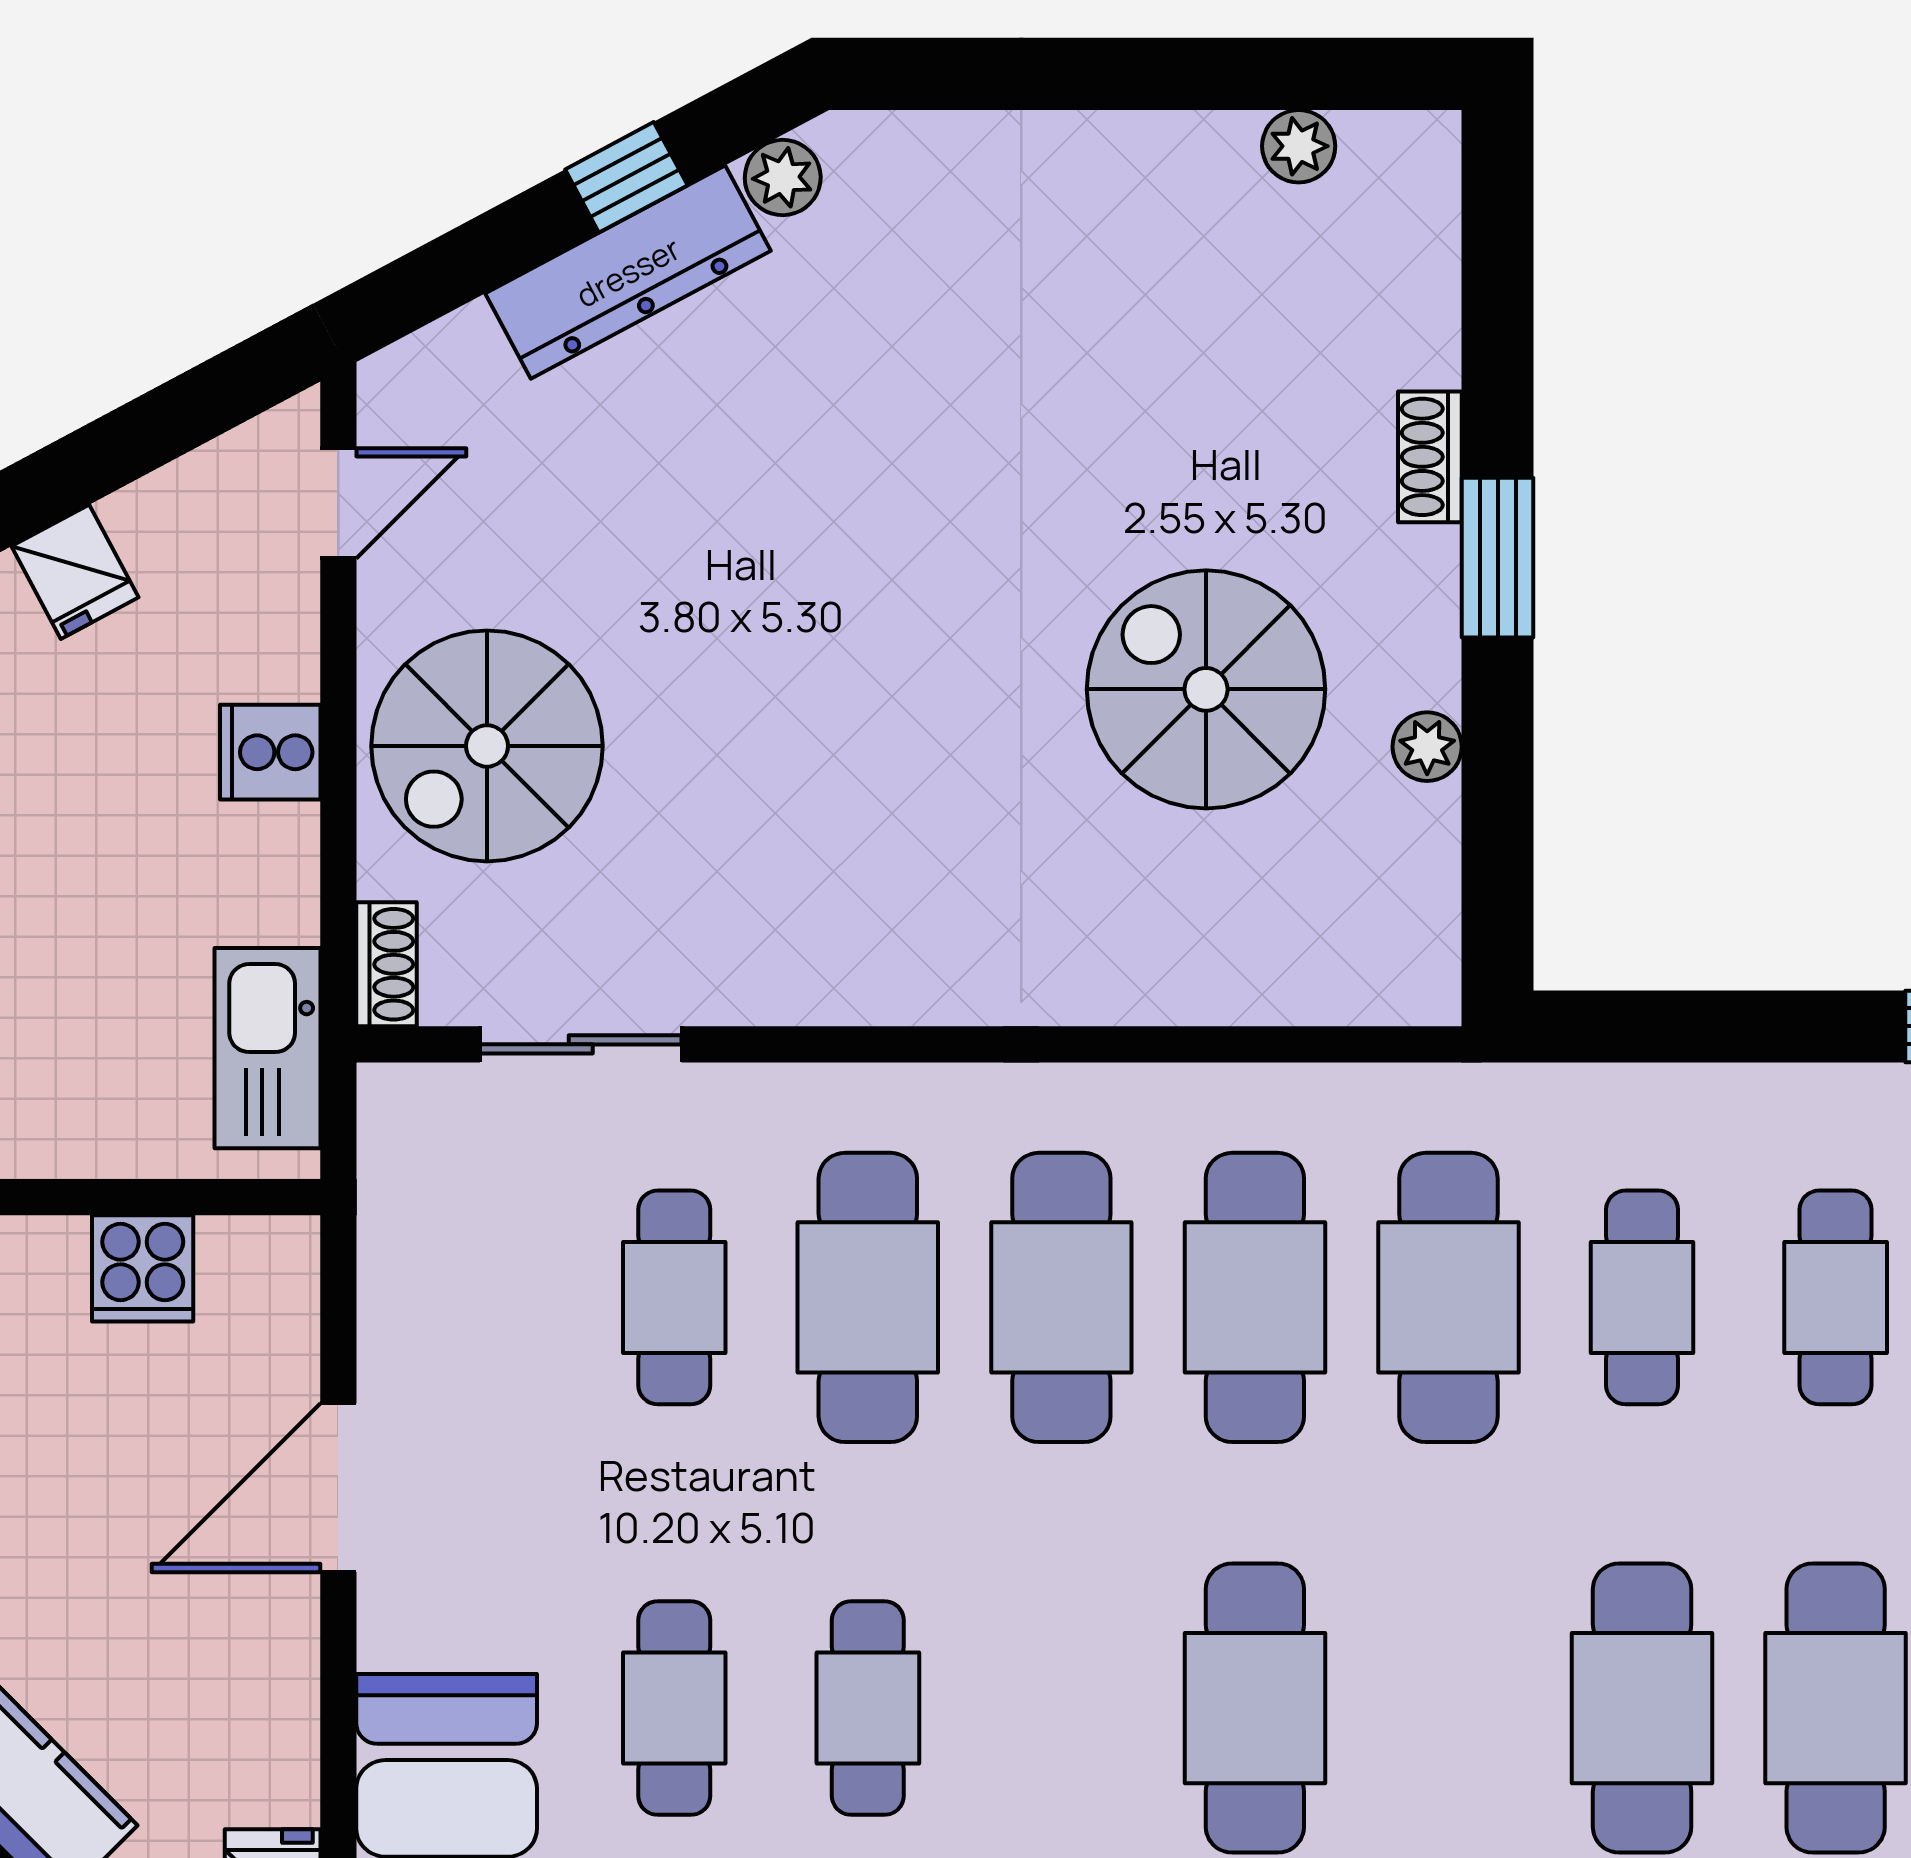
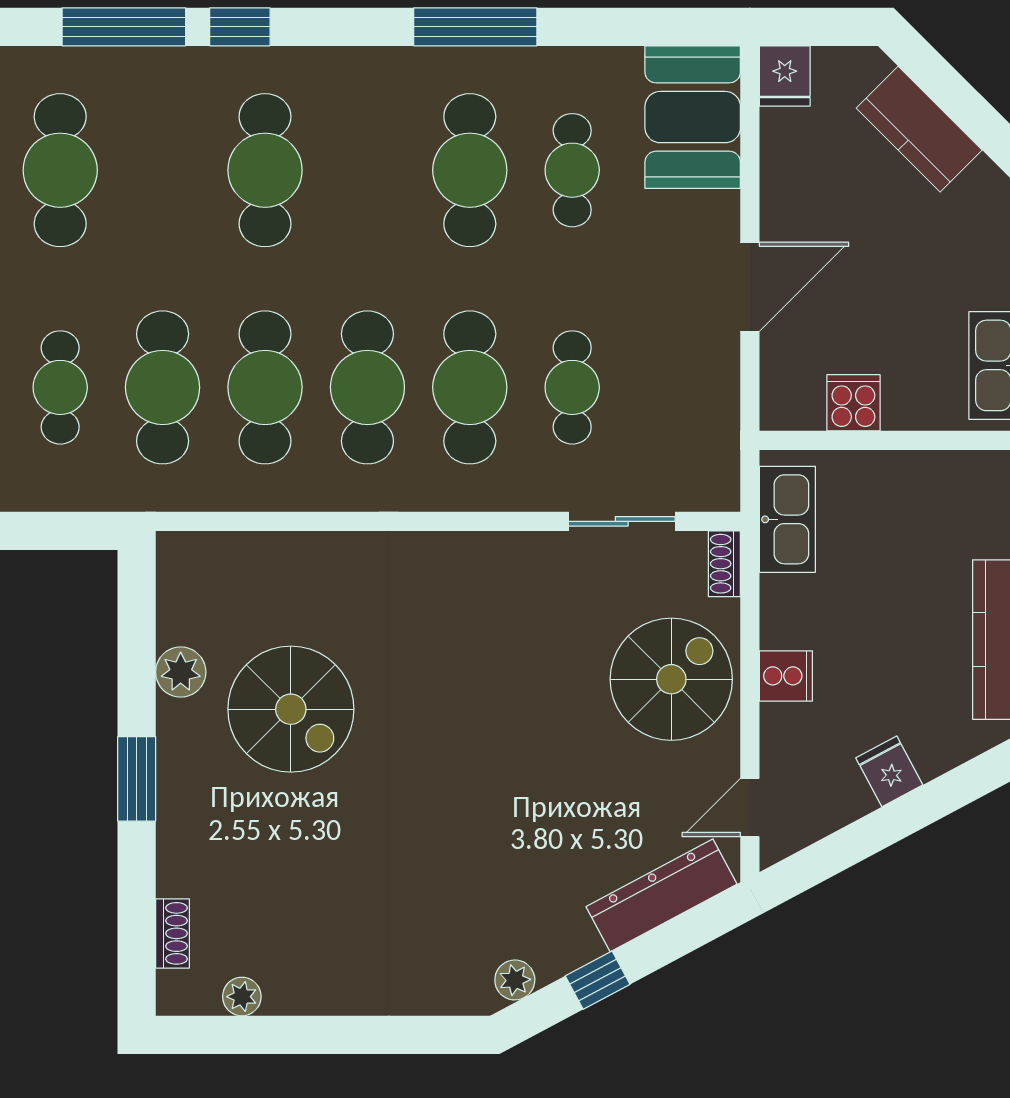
dresser: (628, 272) -> (662, 895), moved
shoe rack: (1430, 457) -> (172, 933), moved
plant: (1427, 747) -> (181, 672), width x1.38, depth x1.38
cafe table: (868, 1708) -> (470, 170), width x1.37, depth x1.35

